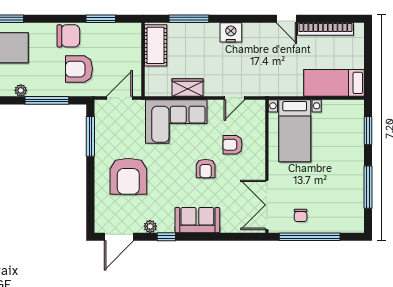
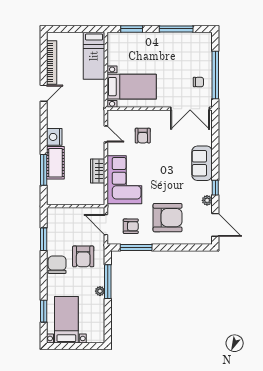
cot: (156, 45) -> (55, 163), moved, turned 90
plant: (21, 90) -> (100, 291), moved
armchair: (206, 168) -> (131, 226), moved

